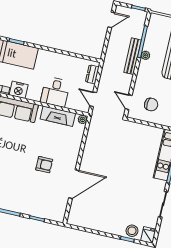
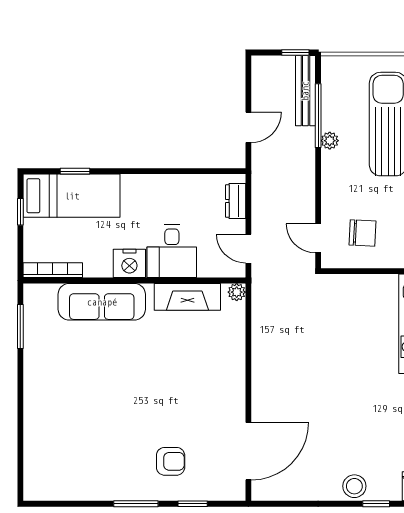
door: (111, 20) -> (248, 127), moved
bench: (133, 56) -> (305, 91), moved
nightstand: (19, 90) -> (129, 263), moved
armchair: (44, 165) -> (171, 461), moved
door: (74, 184) -> (248, 451), moved
stool: (132, 231) -> (354, 486), moved

